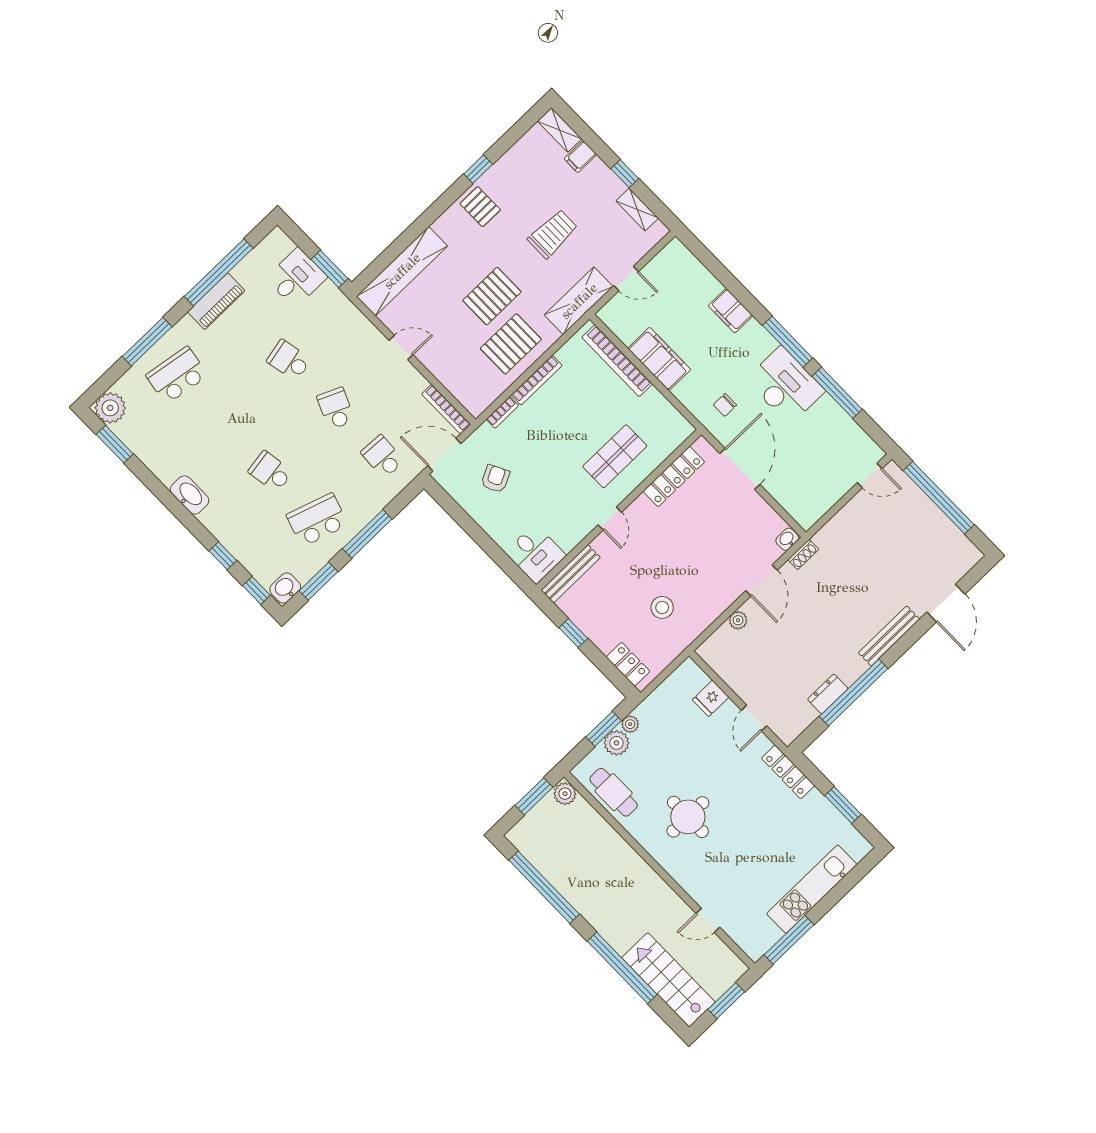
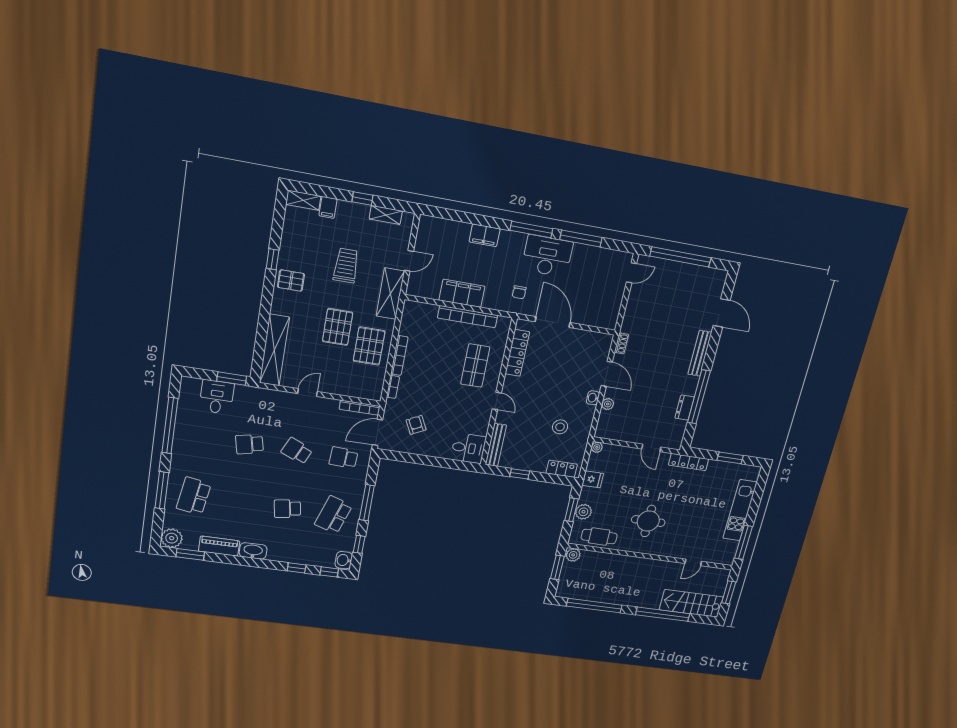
piano: (216, 301) -> (219, 546), moved, turned -90
bookcase: (617, 361) -> (468, 317), moved
washbasin: (787, 539) -> (593, 398), moved
window: (319, 581) -> (359, 544), width x0.67
fridge: (711, 698) -> (593, 479), moved, turned -90
plant: (630, 724) -> (597, 447), moved

